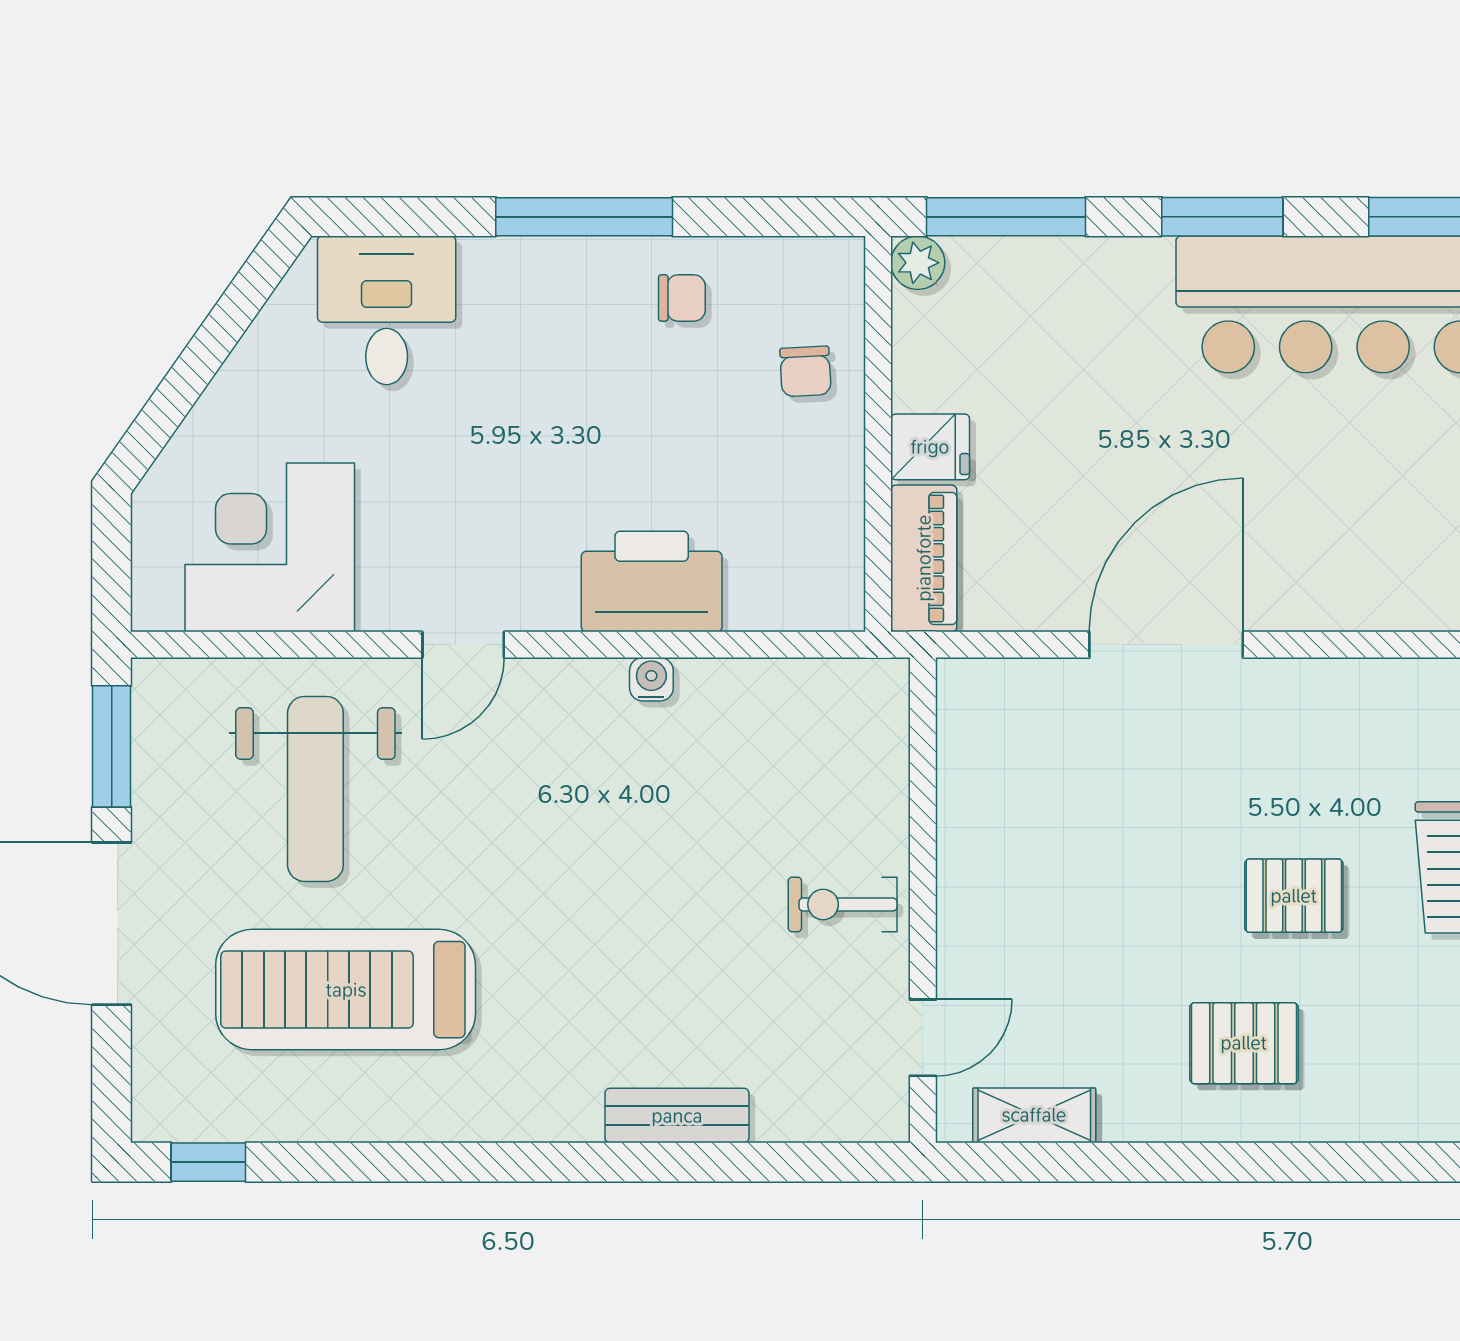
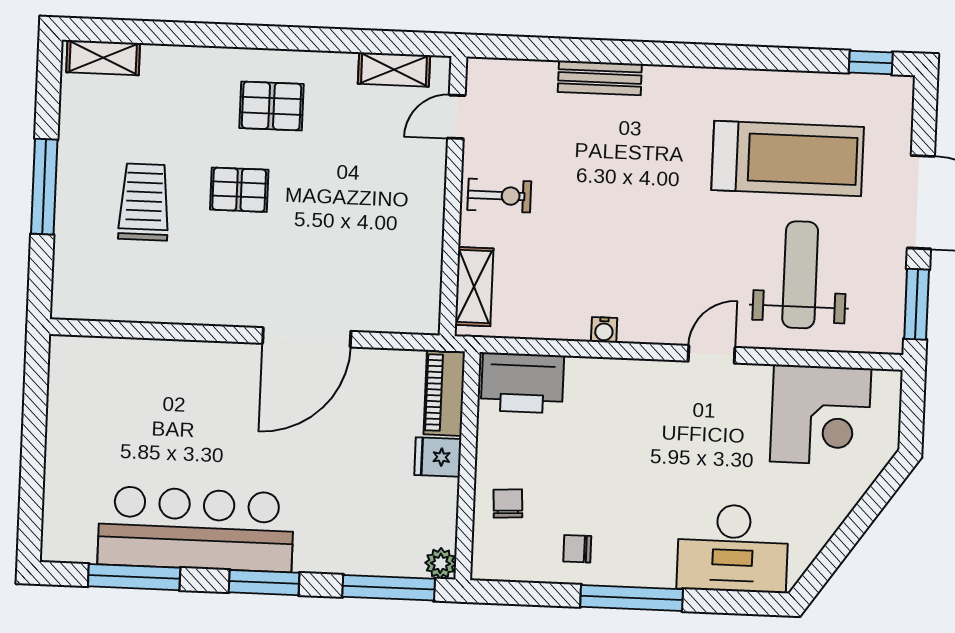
desk: (387, 310) -> (733, 548), width x1.37
printer: (652, 582) -> (522, 383), moved
shelving: (880, 745) -> (474, 287), added

